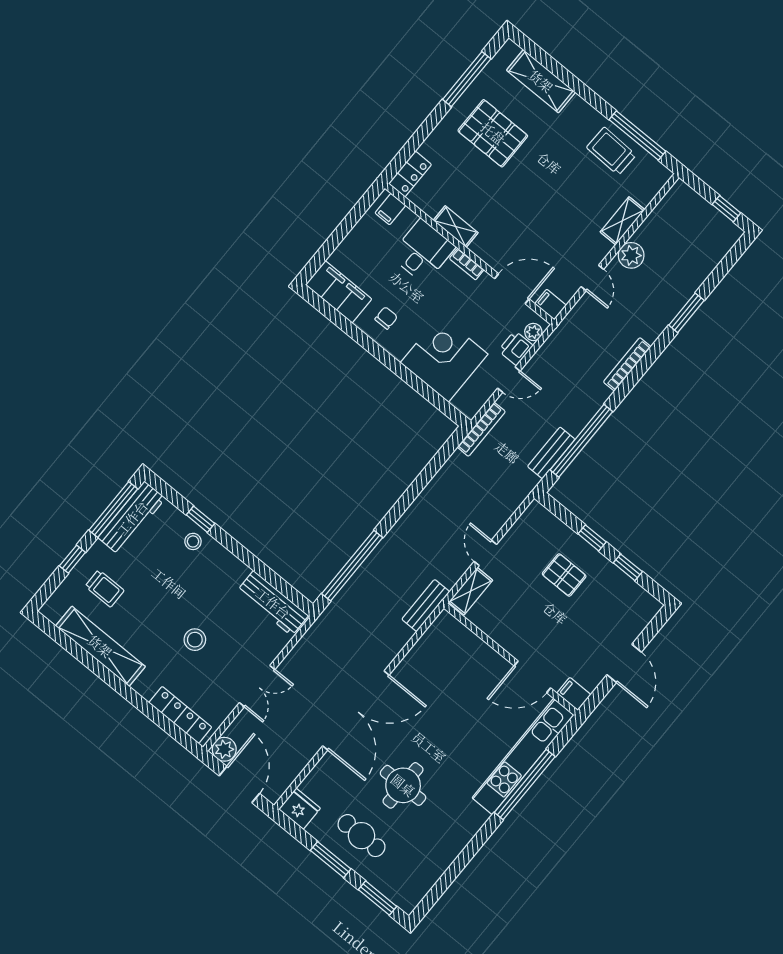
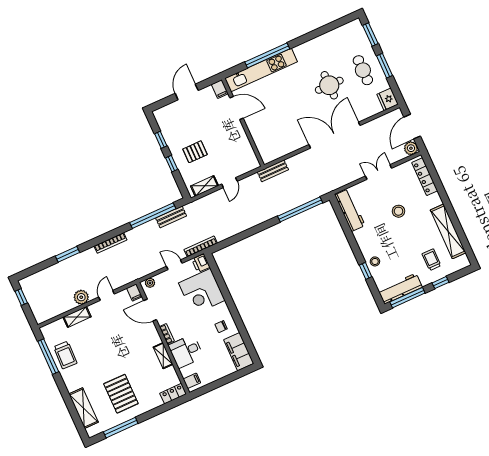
printer: (516, 348) -> (201, 263), moved, turned 90
pallet: (564, 575) -> (195, 152), turned 90
shelving: (471, 591) -> (205, 186), moved

